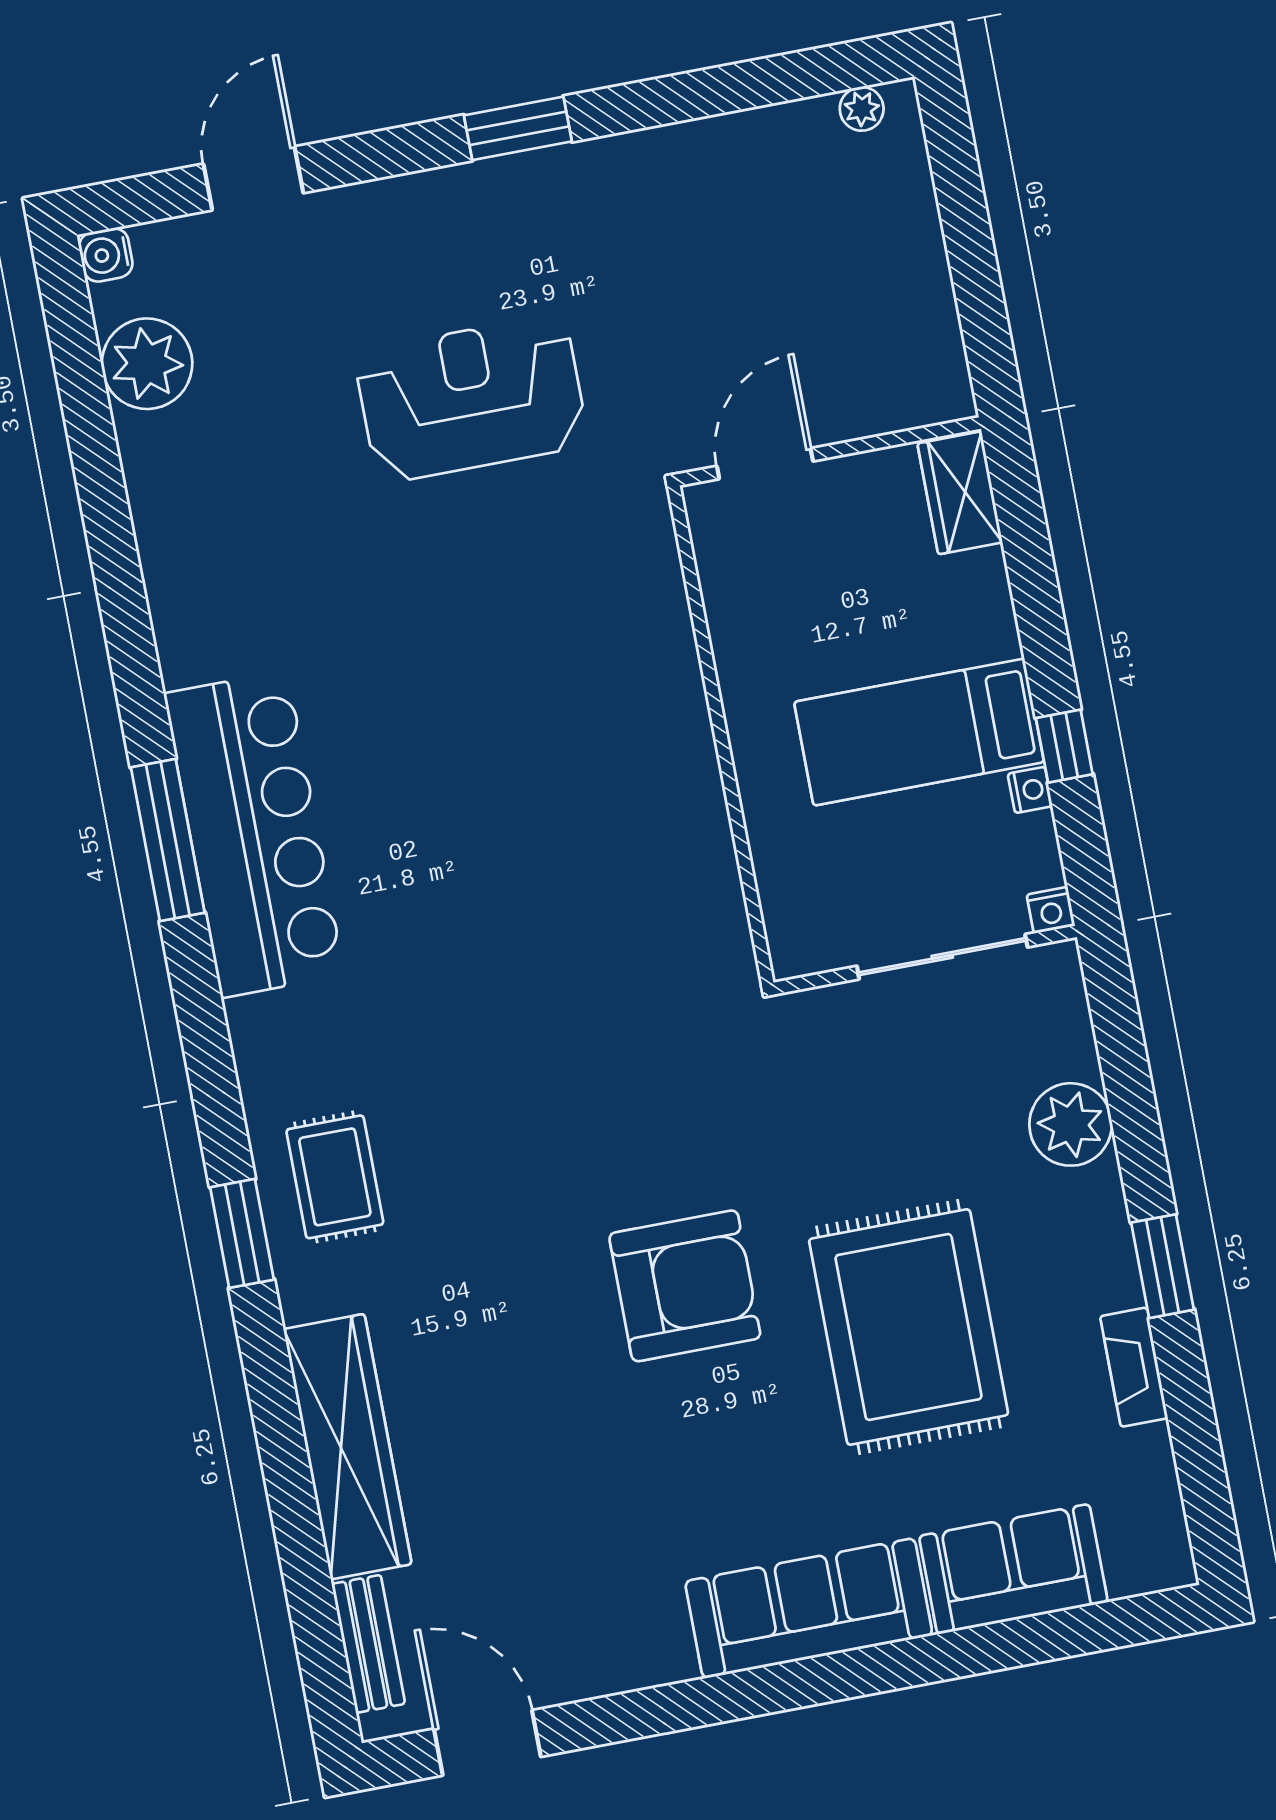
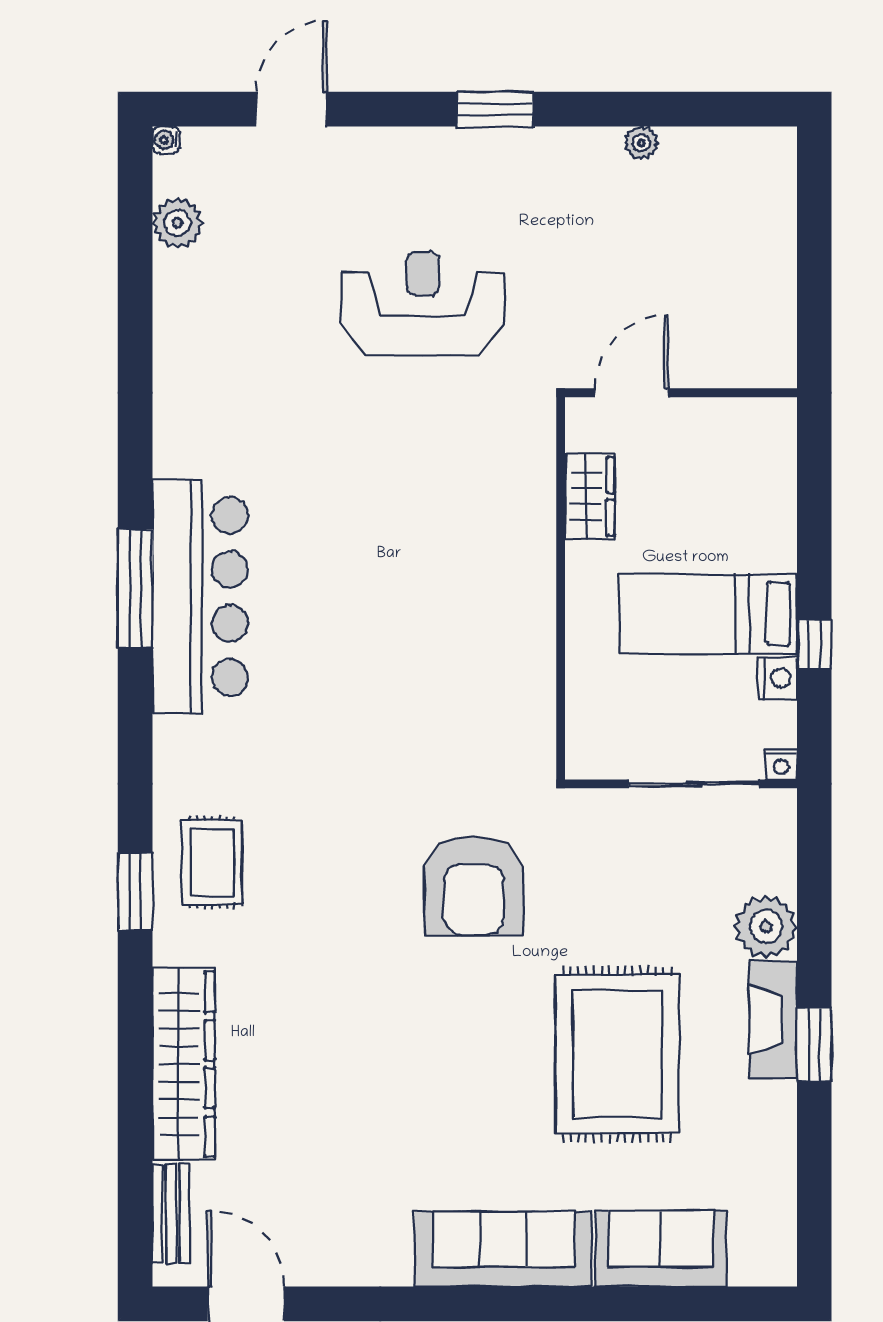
plant: (862, 109) -> (641, 143), moved
water cooler: (106, 255) -> (166, 140), width x0.72, depth x0.72
plant: (147, 364) -> (177, 223), width x0.73, depth x0.73
wardrobe: (960, 493) -> (590, 496), moved, turned 180
nightstand: (1030, 790) -> (778, 678), width x1.39, depth x1.35
armchair: (685, 1286) -> (474, 886), moved, turned 90
fireplace: (1134, 1367) -> (773, 1019), moved, width x1.37, depth x1.32

